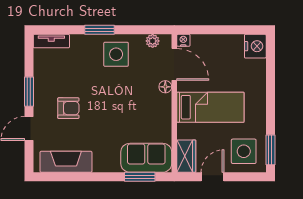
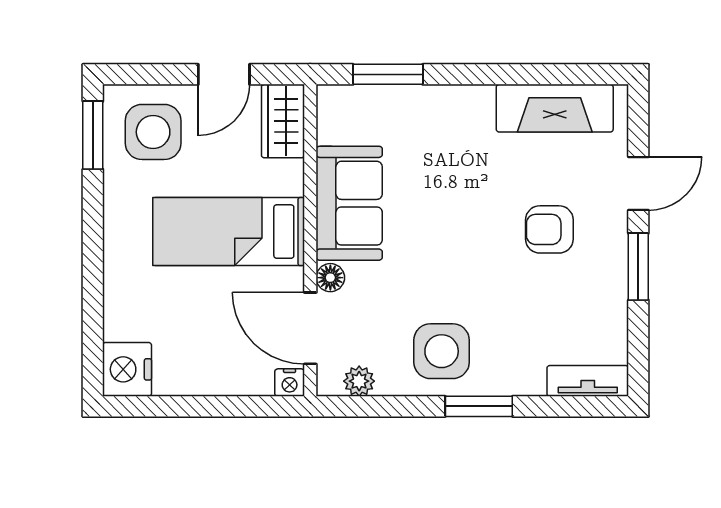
sofa: (146, 158) -> (349, 203), moved, turned -90

